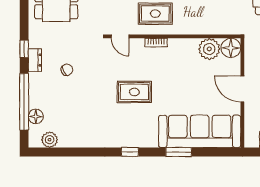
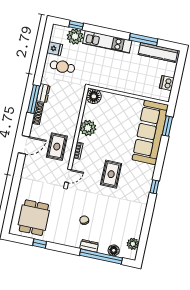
window: (24, 49) -> (40, 244), moved
plant: (209, 49) -> (88, 128), moved
dresser: (35, 60) -> (89, 246), moved
door: (242, 89) -> (126, 94), removed
window: (179, 152) -> (167, 126), moved

